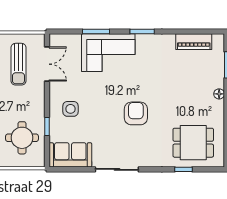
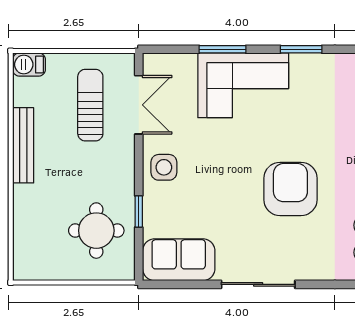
sun lounger: (18, 64) -> (90, 105), turned 180
side table: (70, 109) -> (164, 167), moved
armchair: (136, 113) -> (290, 189), width x1.36, depth x1.36

